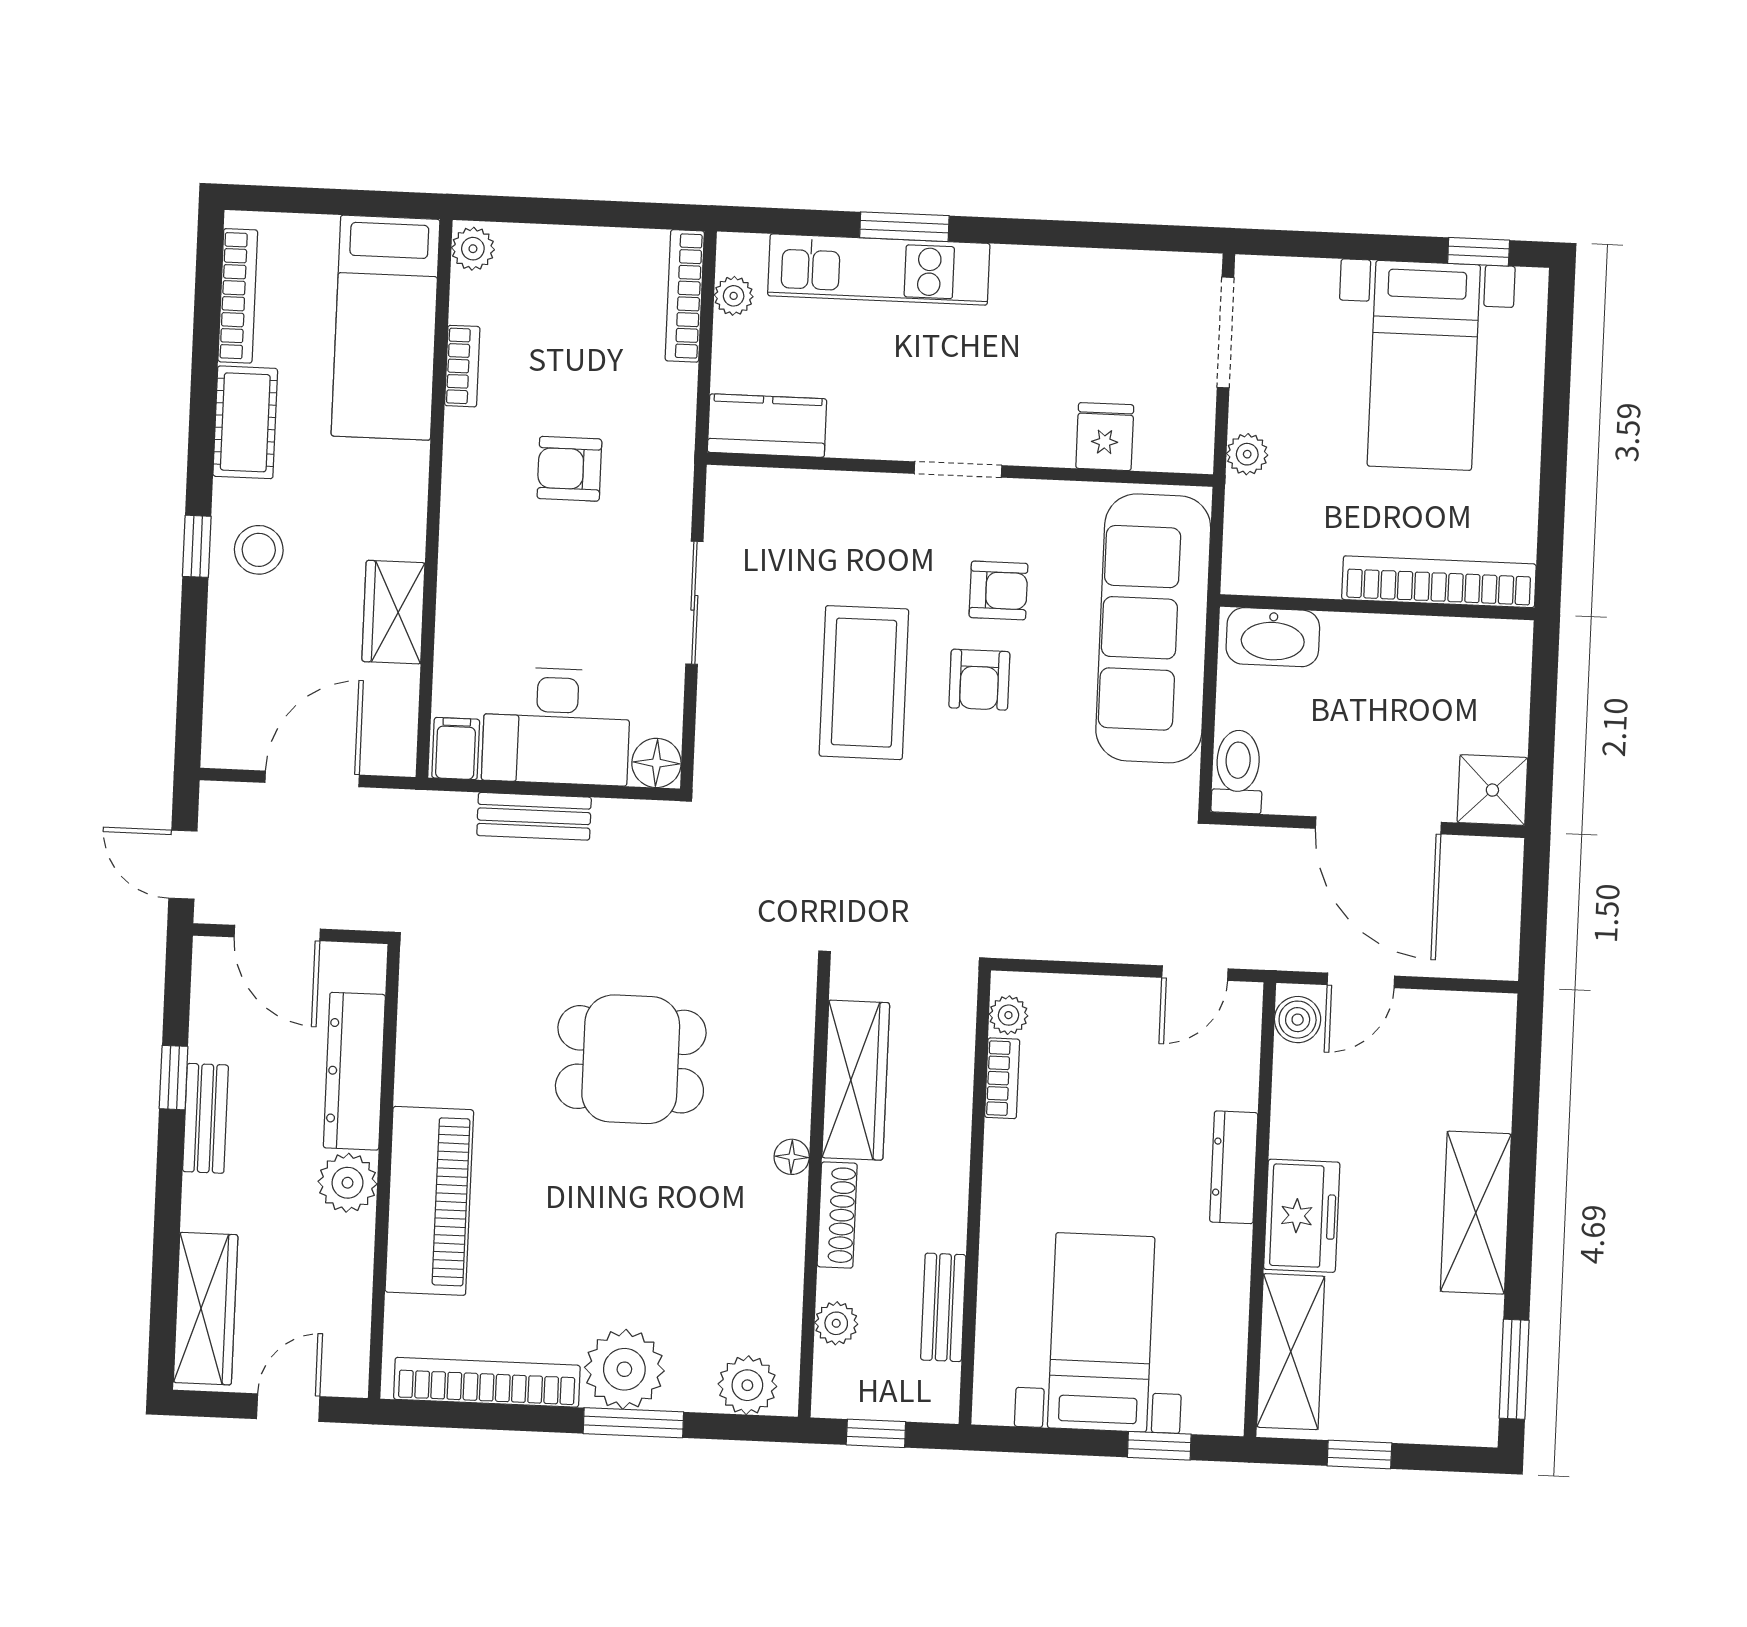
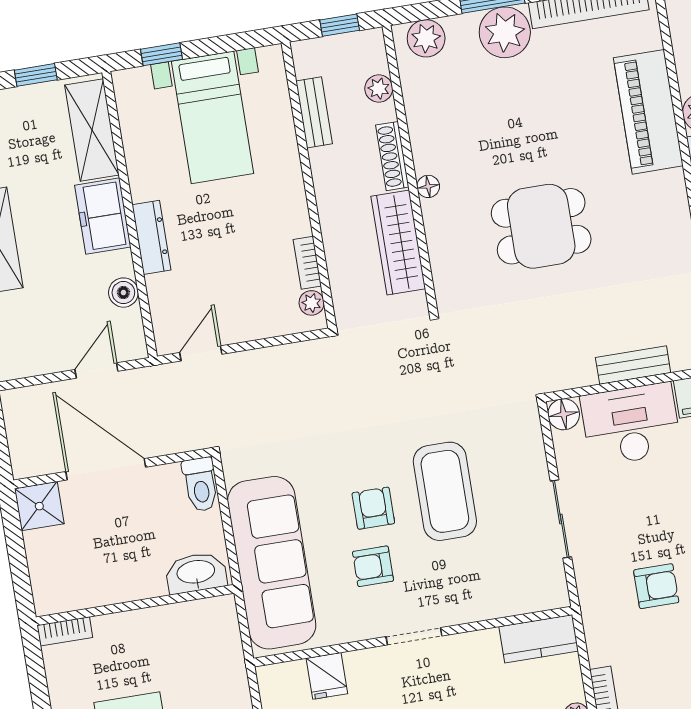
plant: (1247, 454) -> (236, 684), removed
bookcase: (1439, 582) -> (65, 631), width x0.43, depth x0.76
boiler: (1298, 1020) -> (123, 293), moved

